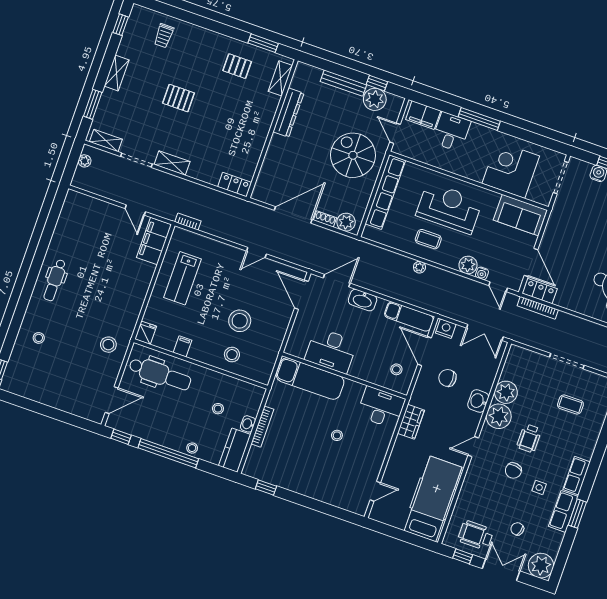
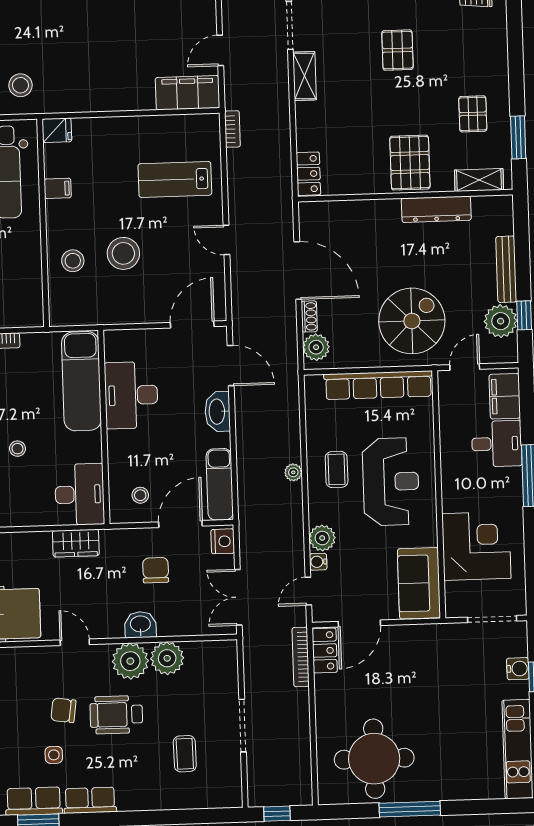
pallet: (253, 118) -> (410, 163), added
lab bench: (182, 278) -> (175, 179), moved
wheelchair: (529, 438) -> (116, 715), width x1.36, depth x1.37

